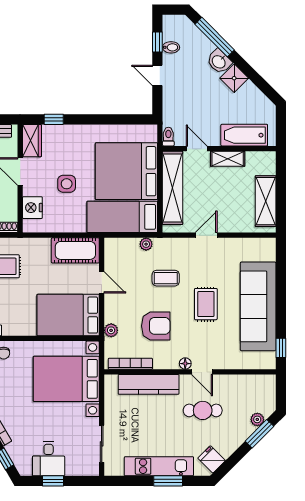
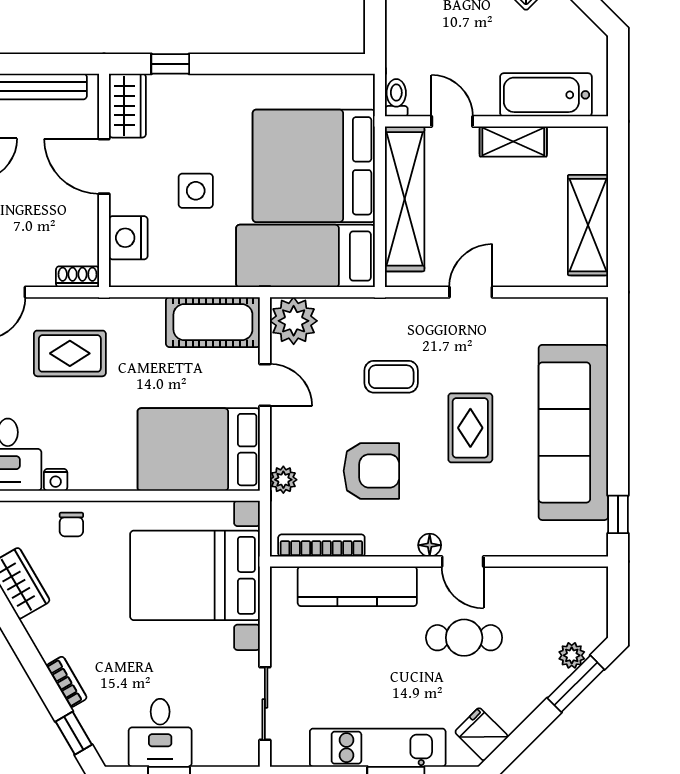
plant: (146, 244) -> (294, 321), moved, width x1.87, depth x1.87

